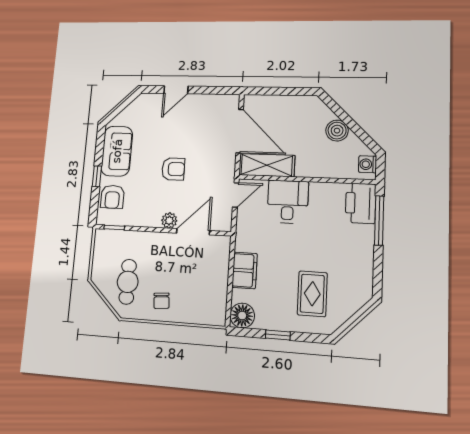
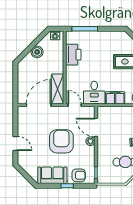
armchair: (173, 169) -> (61, 141), width x1.88, depth x1.88
desk: (288, 202) -> (94, 93), moved, turned -90
printer: (361, 203) -> (73, 55), moved, turned -90

